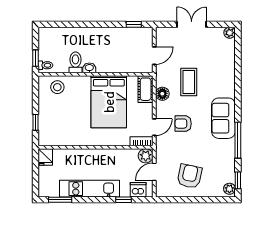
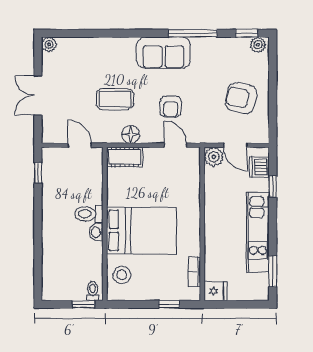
toilet: (75, 62) -> (89, 214), moved
bed: (109, 102) -> (141, 230), moved
bookcase: (142, 141) -> (194, 272), moved

